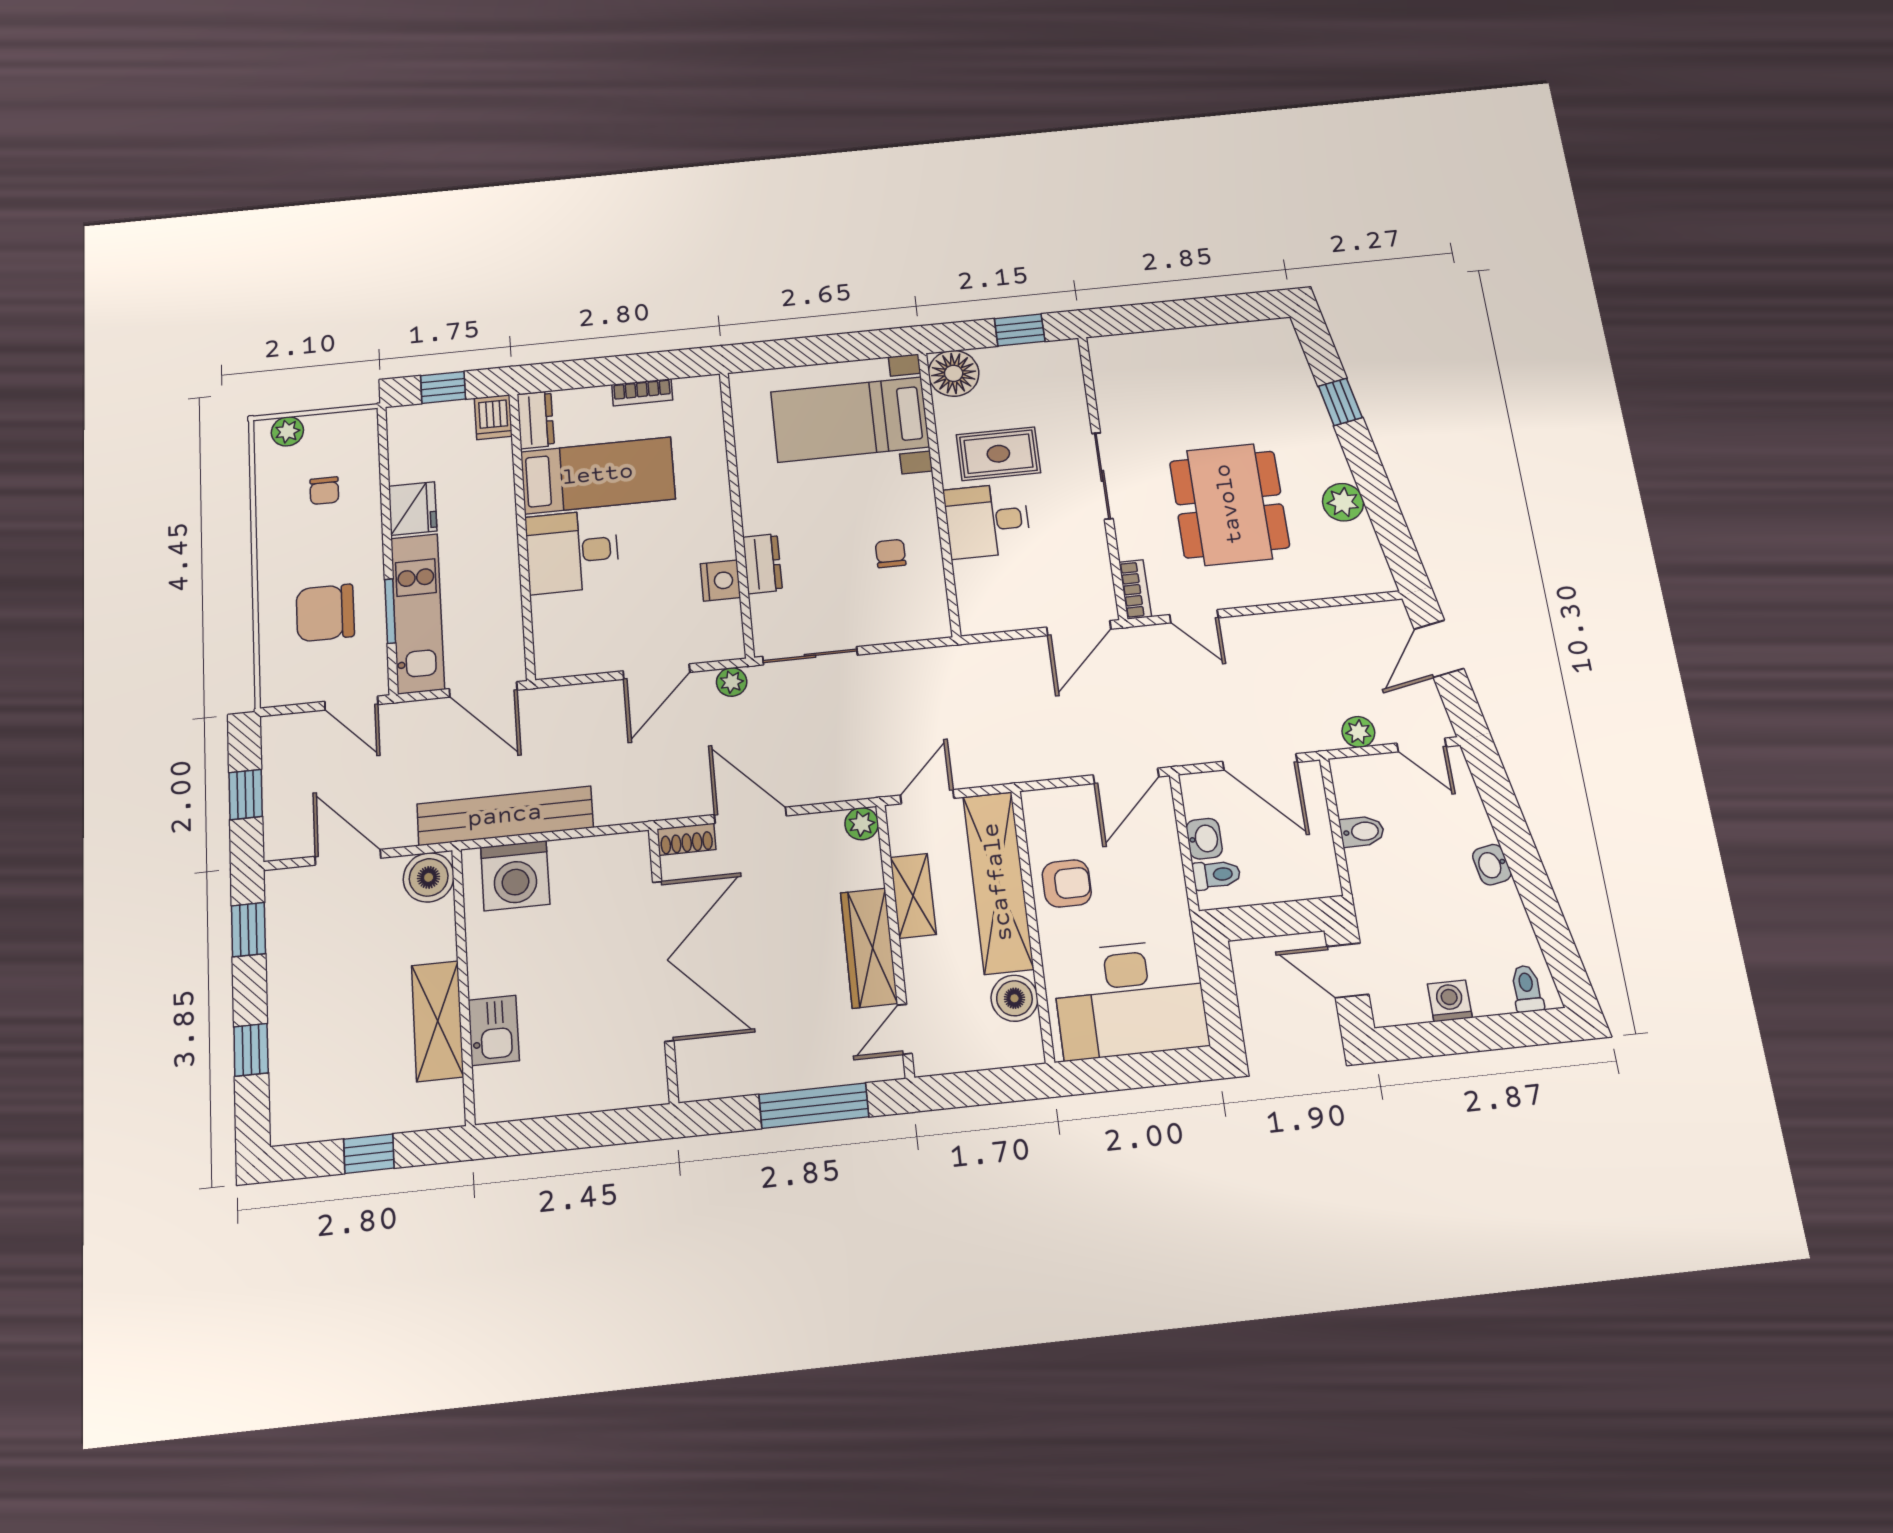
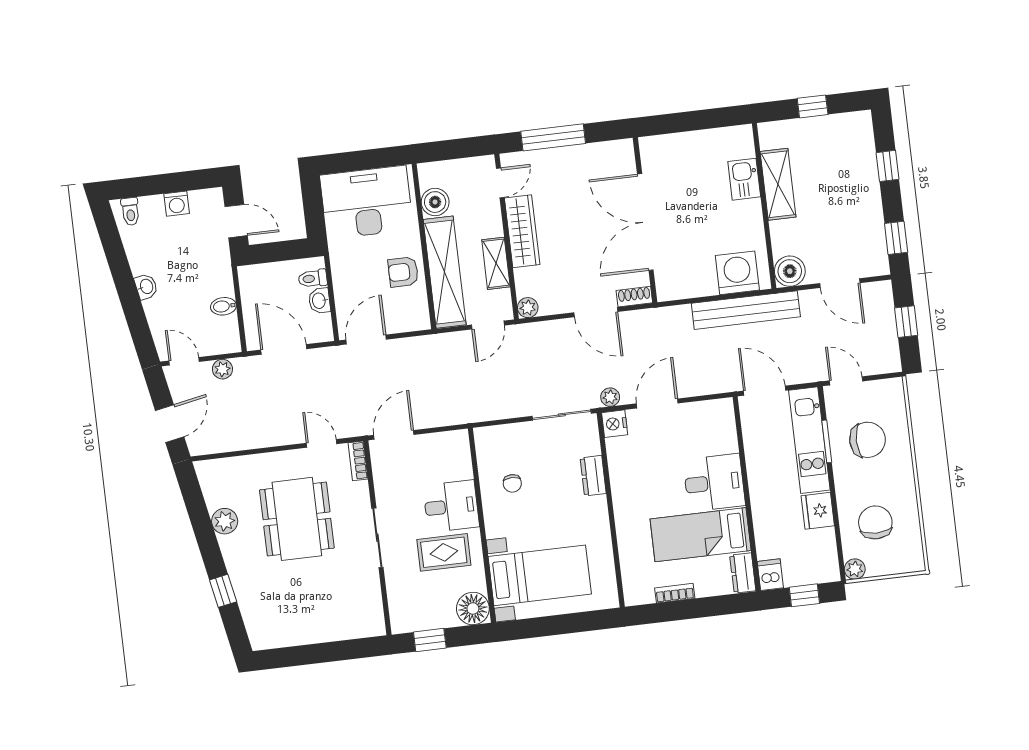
plant: (287, 431) -> (855, 569), moved
chair: (324, 491) -> (875, 522), width x1.87, depth x1.87
nightstand: (720, 581) -> (615, 424), moved

